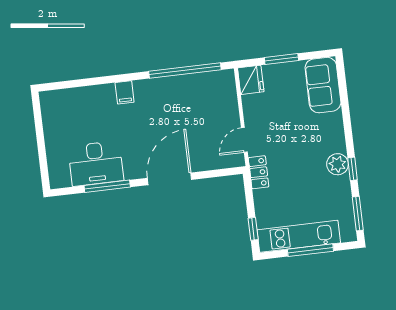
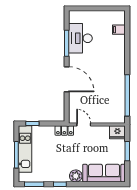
sofa: (323, 85) -> (104, 173), width x1.36
filing cabinet: (125, 92) -> (119, 30), moved
plant: (337, 164) -> (76, 176), moved

